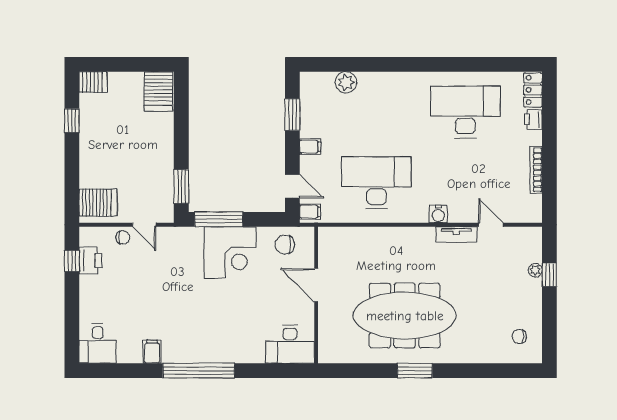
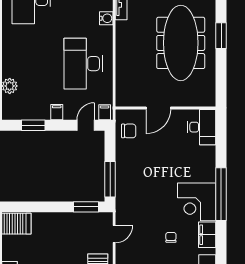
chair: (123, 238) -> (171, 237), moved
chair: (285, 245) -> (129, 131), turned -90
corner desk: (230, 253) -> (197, 202), moved, turned 180
filing cabinet: (152, 352) -> (207, 235), width x2.00

